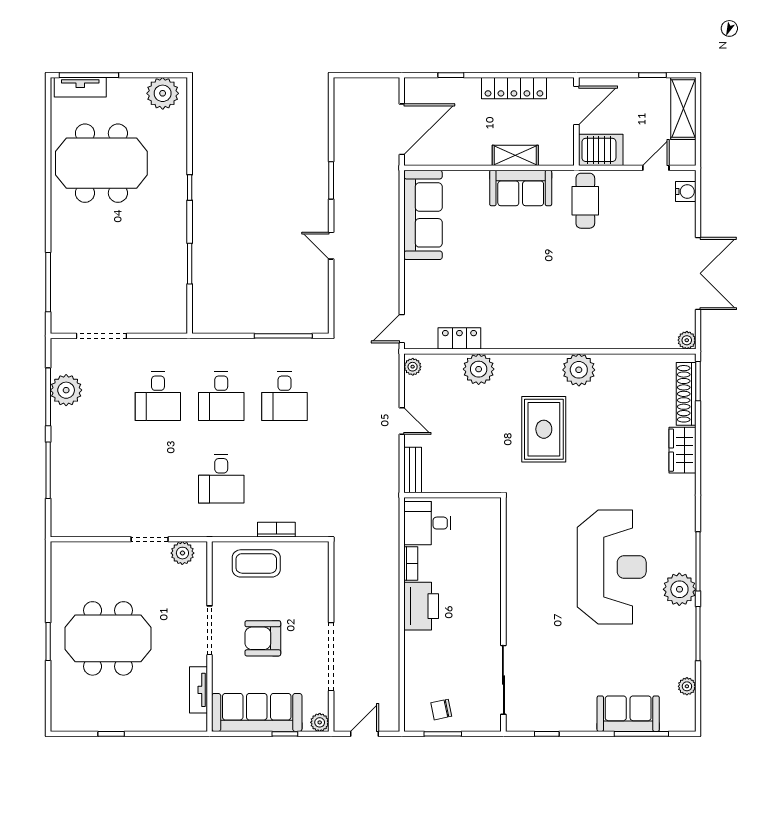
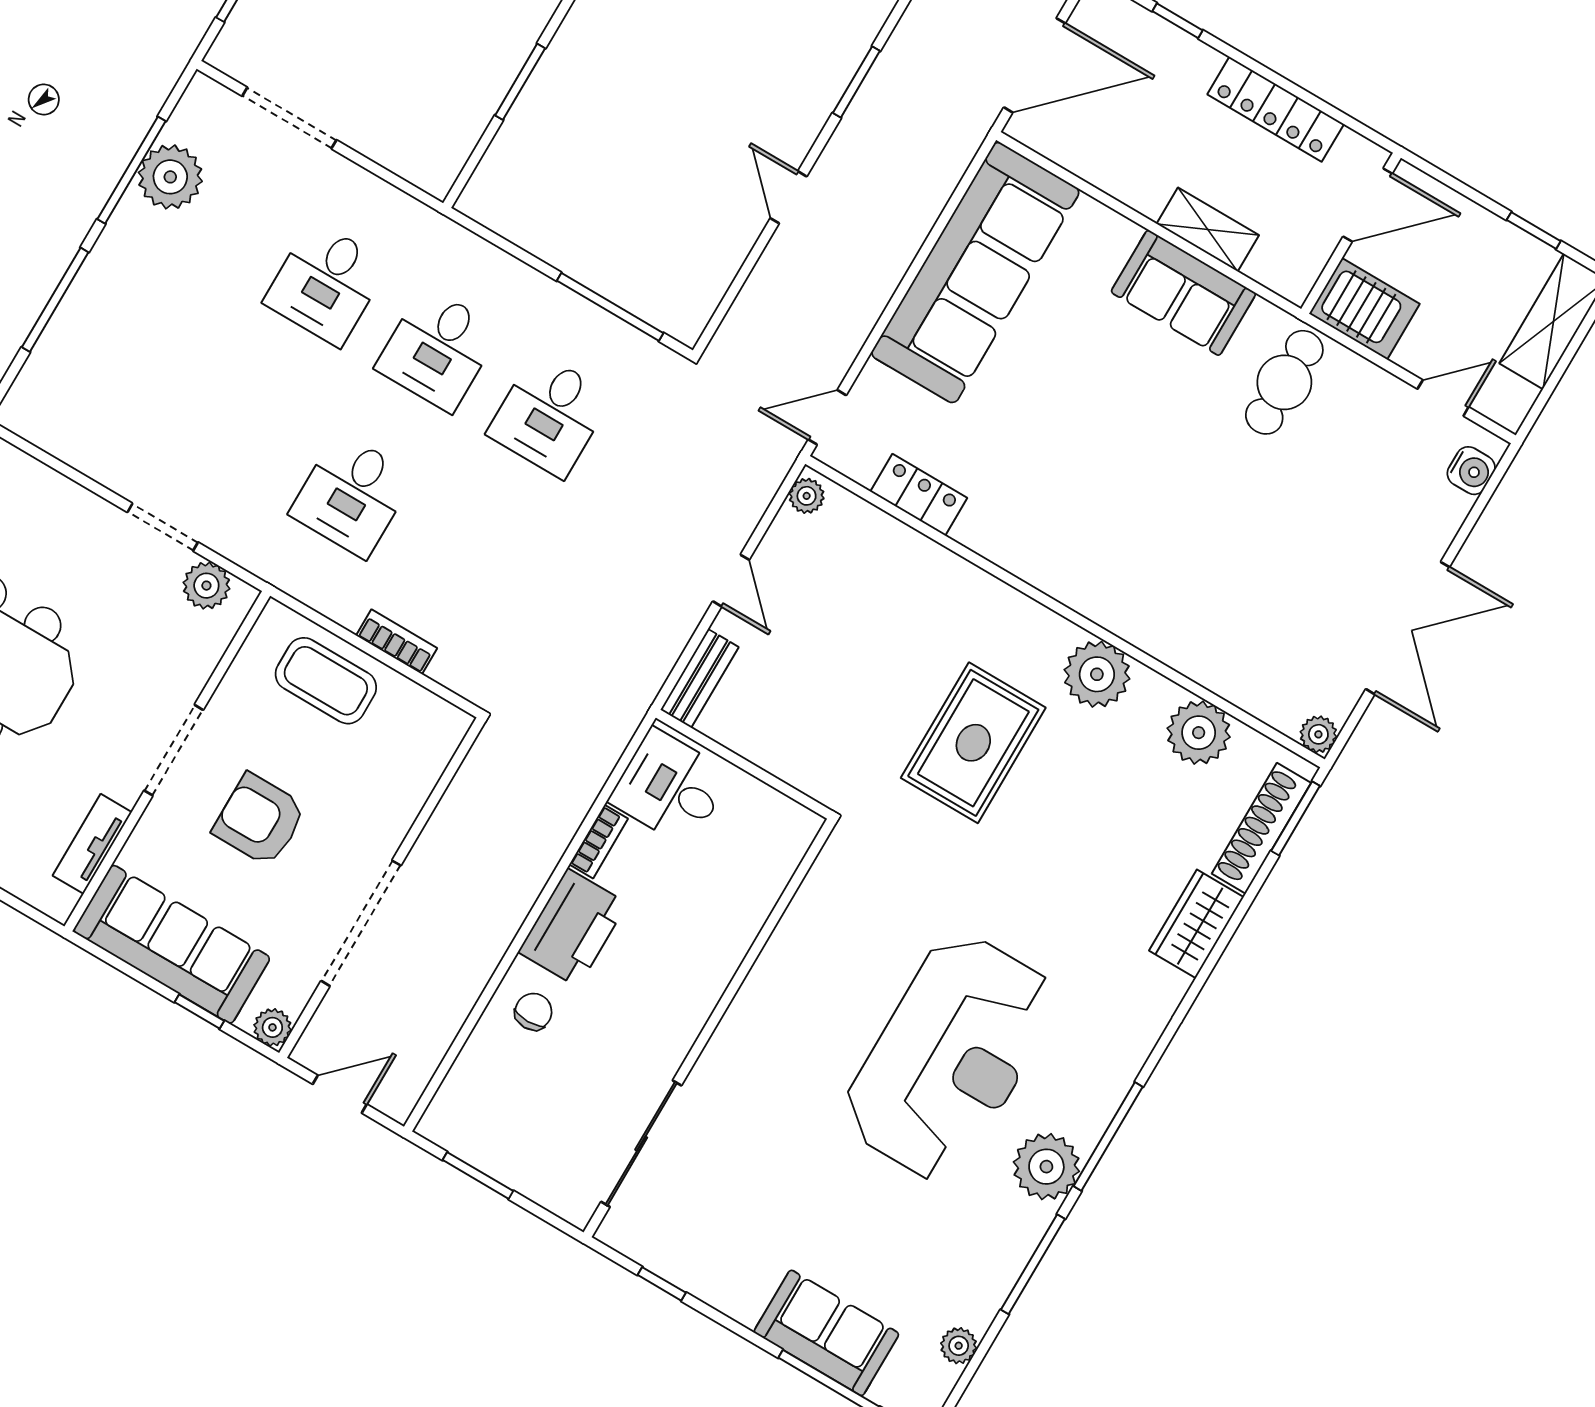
sofa: (423, 215) -> (975, 273), width x1.36, depth x1.27
plant: (479, 369) -> (1199, 733), moved
chair: (441, 710) -> (533, 1012), moved, turned 102

